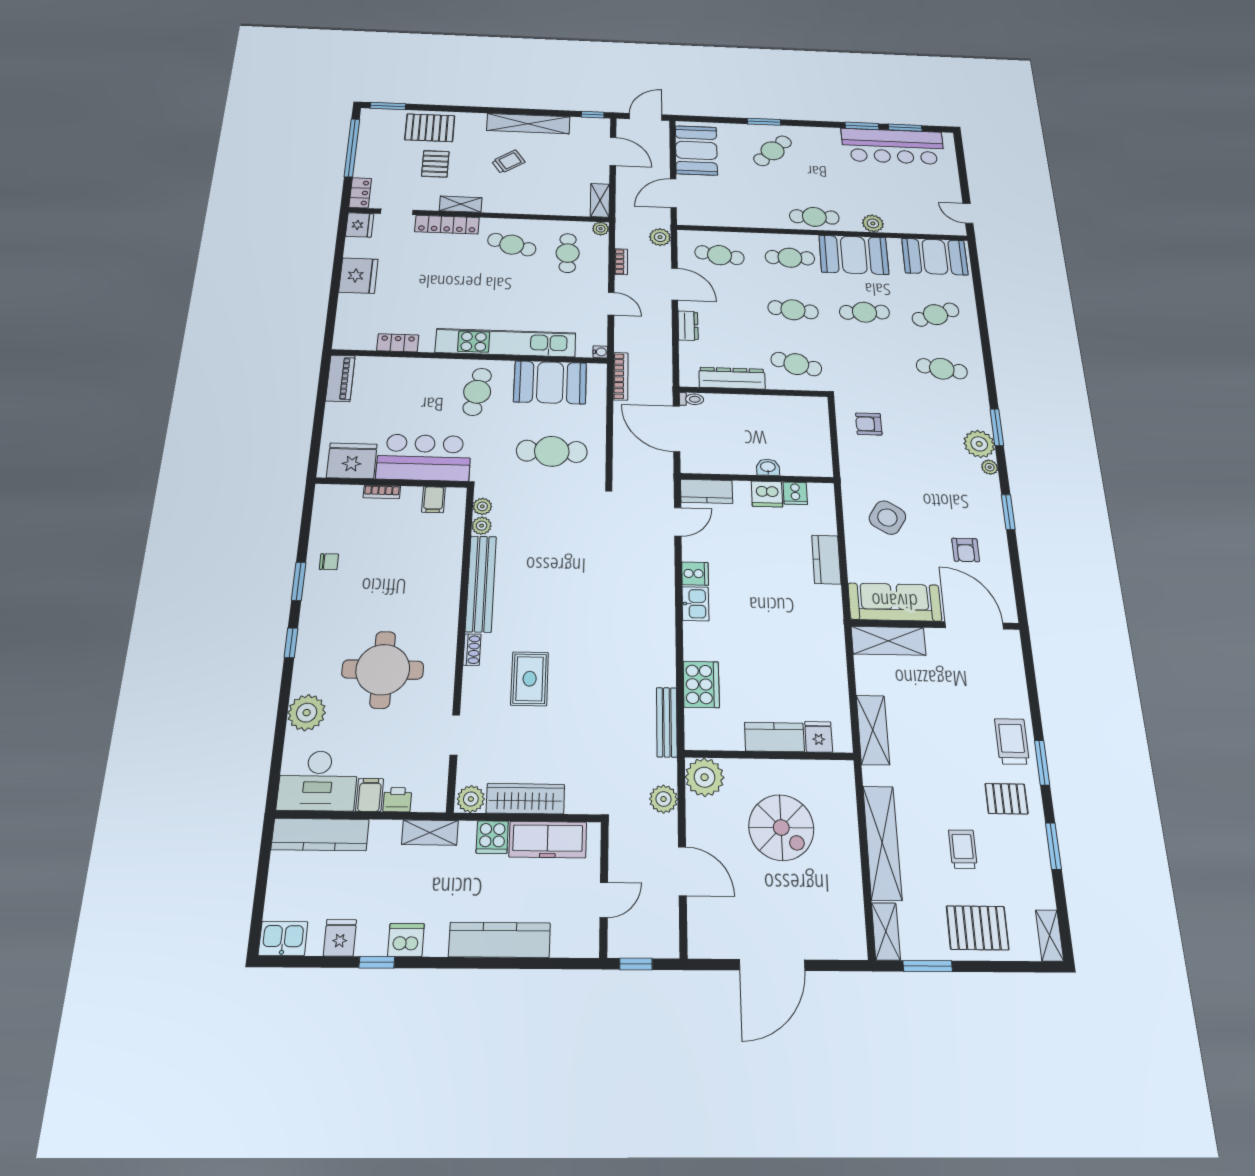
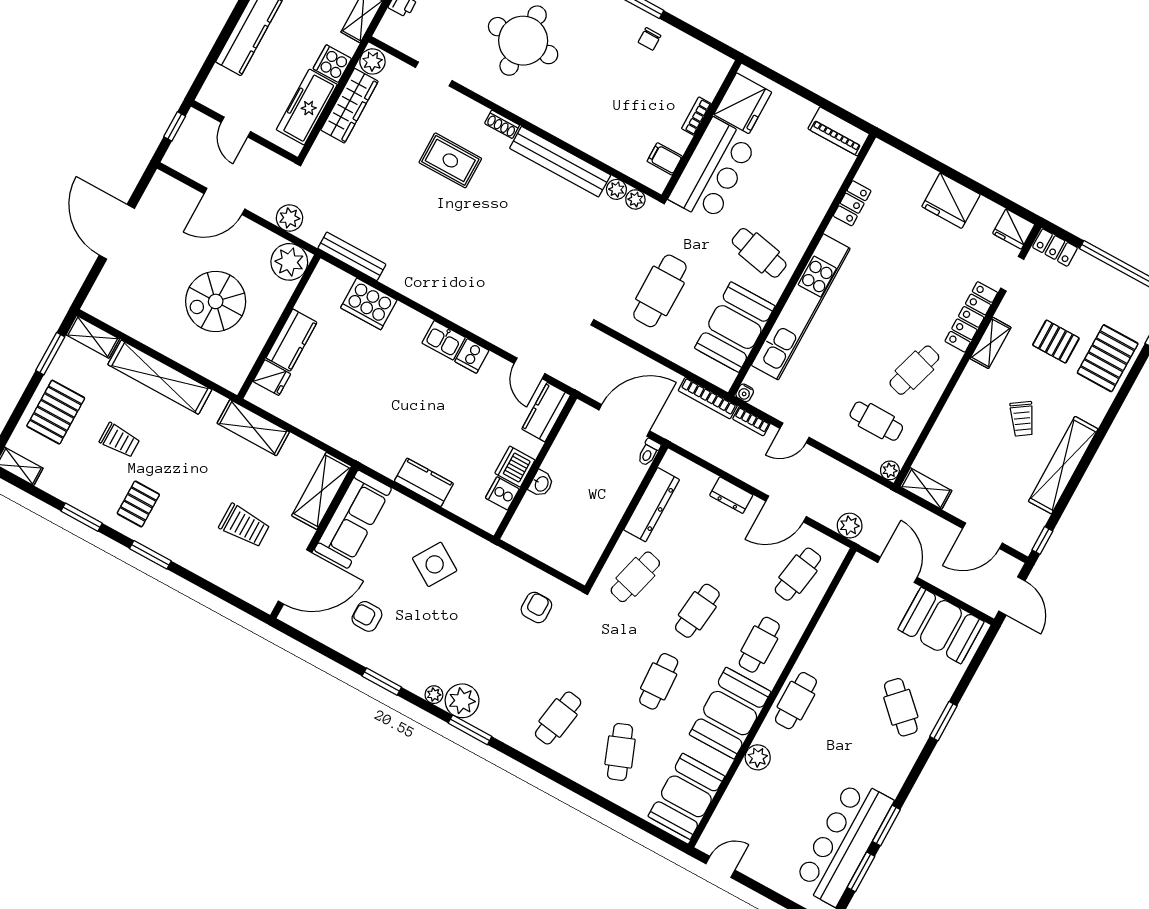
bookcase: (621, 262) -> (751, 421), moved
trolley: (1012, 741) -> (244, 526), moved

